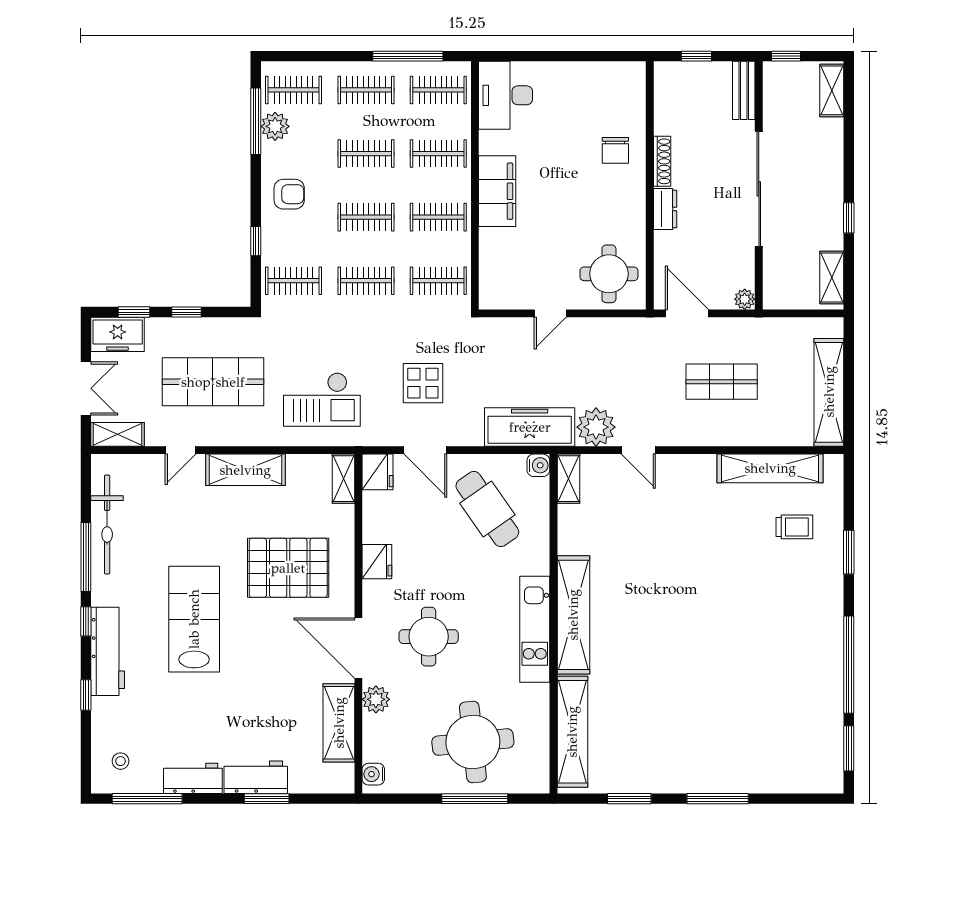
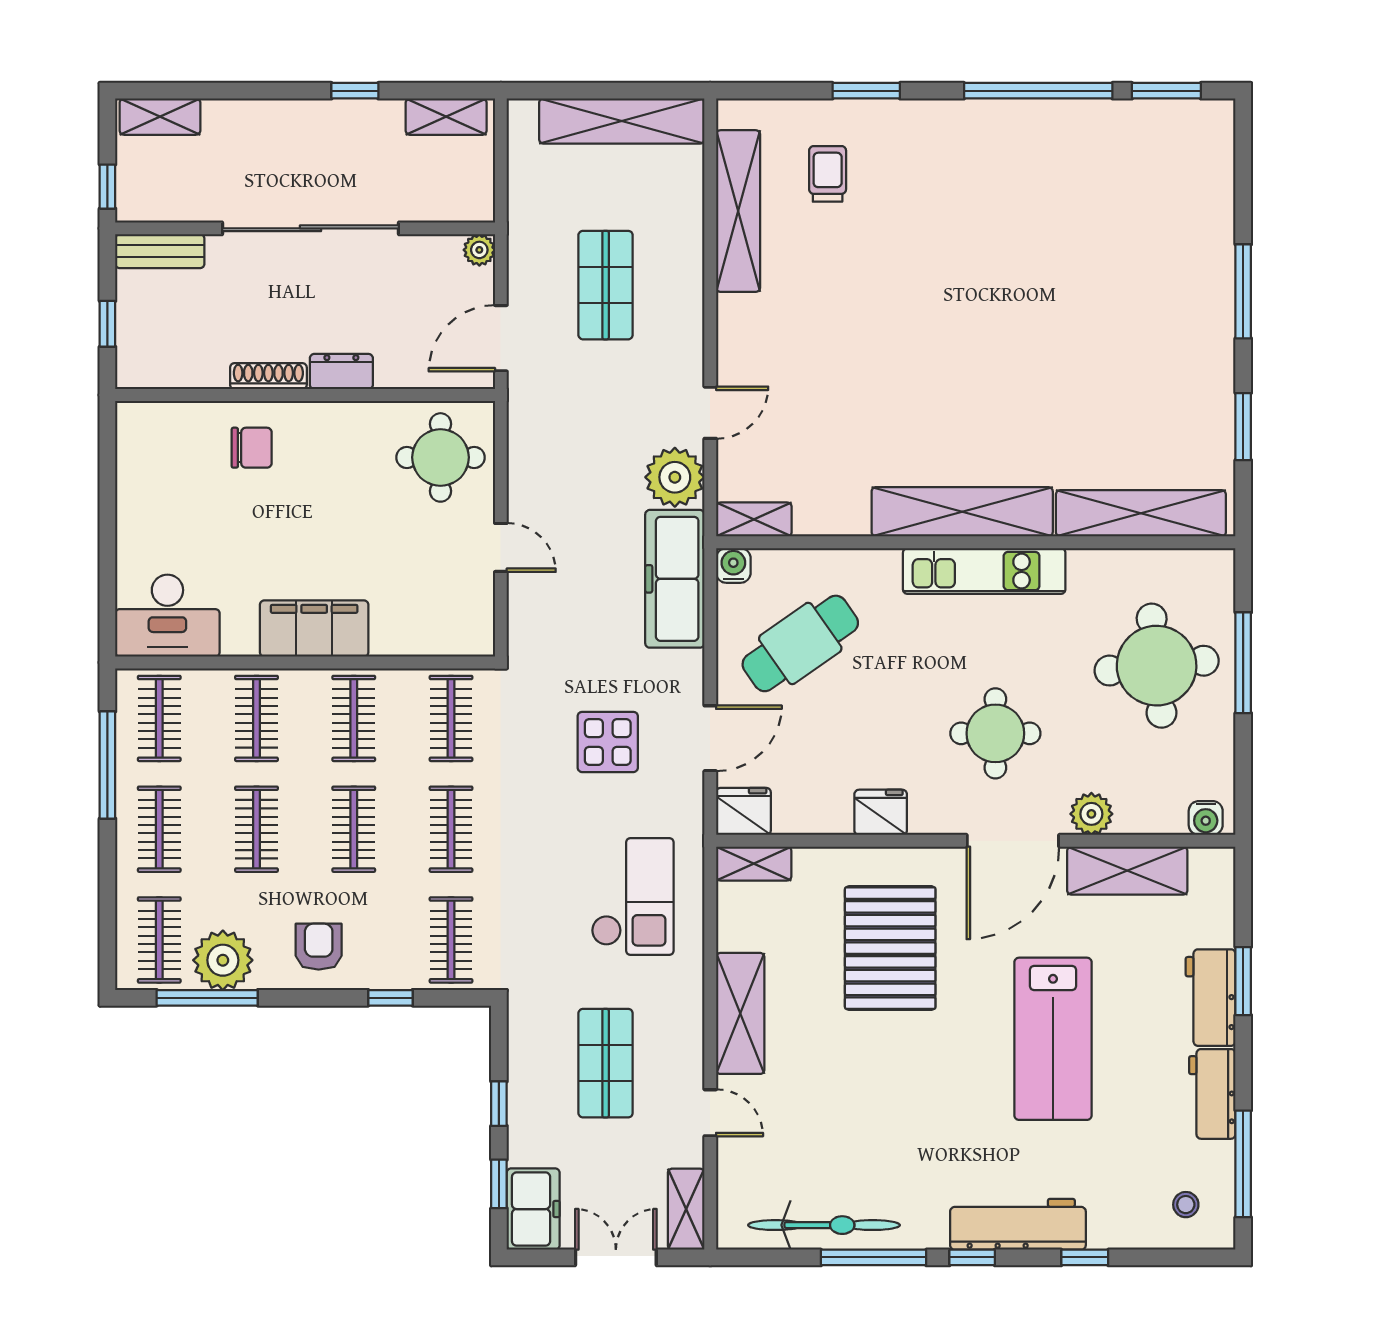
plant: (275, 126) -> (223, 960), width x1.36, depth x1.36
shop shelf: (213, 382) -> (606, 1063), width x0.70, depth x0.74
lab bench: (194, 619) -> (1053, 1039), moved, turned -90

